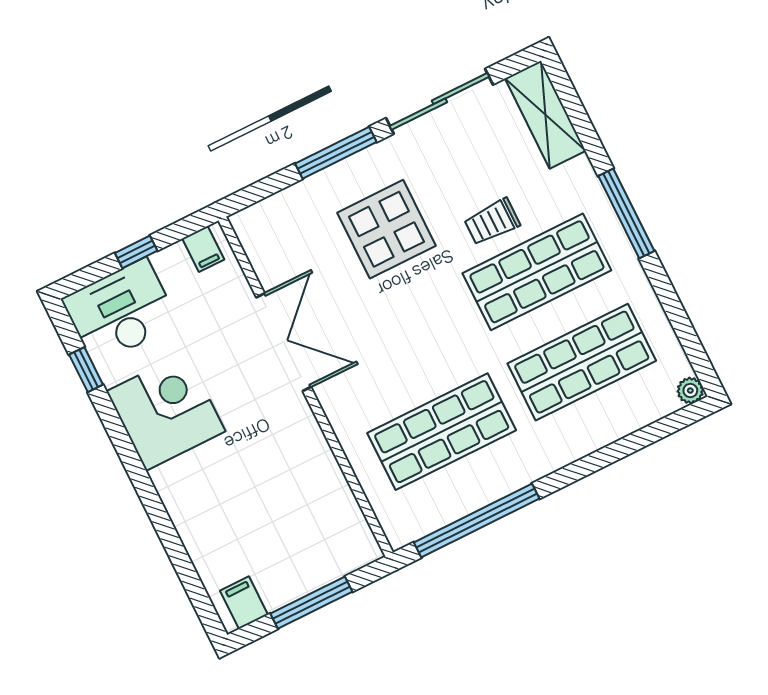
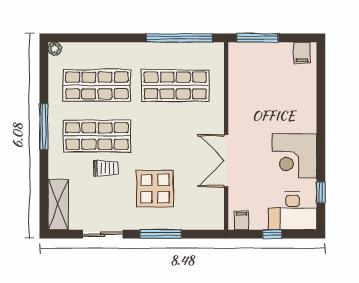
sliding door: (439, 101) -> (103, 234), width x0.73
window: (626, 213) -> (44, 127), moved
window: (311, 603) -> (257, 38), moved

